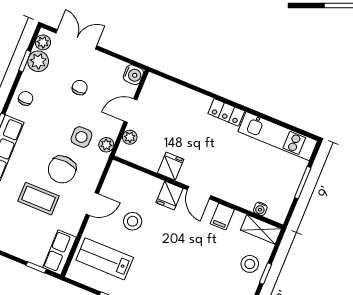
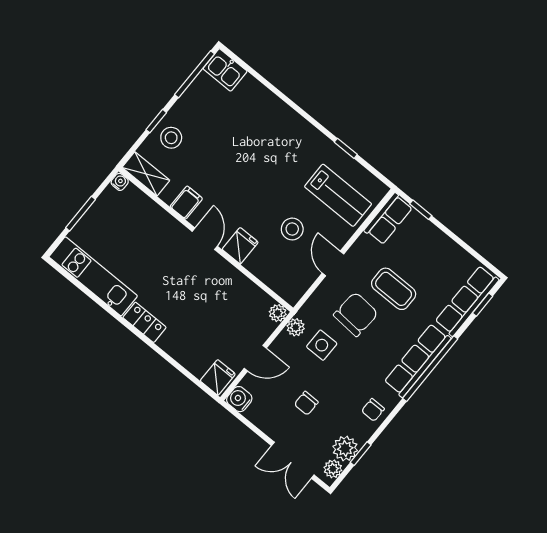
plant: (130, 137) -> (278, 313), moved
fridge: (171, 166) -> (218, 377), moved, turned 180
door: (92, 204) -> (333, 263), hinge flipped
water cooler: (260, 209) -> (120, 182), moved

